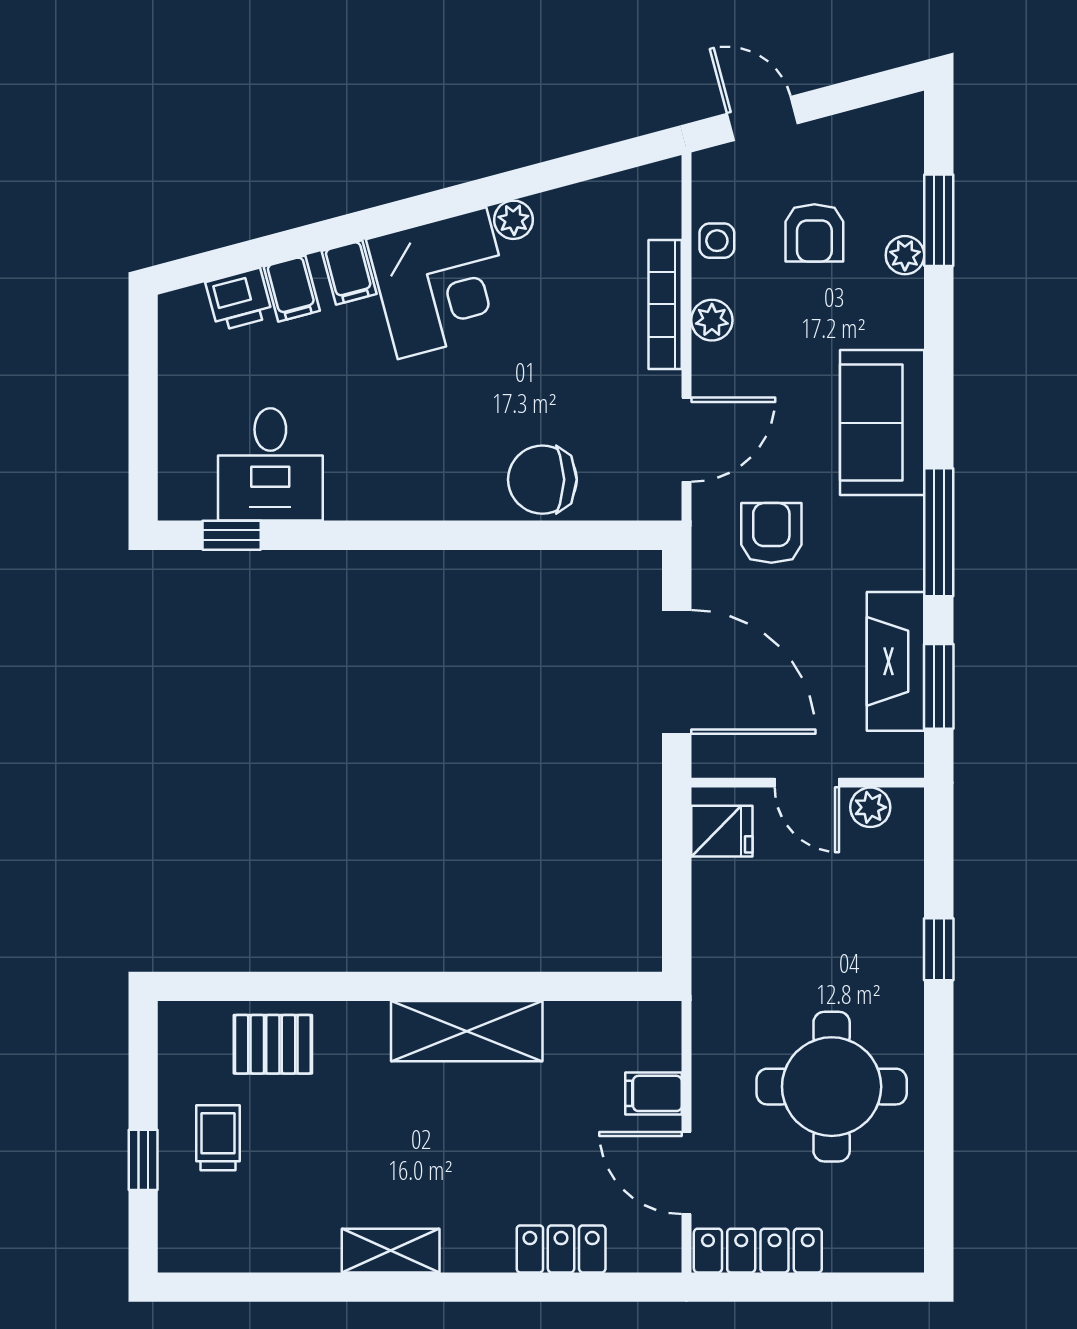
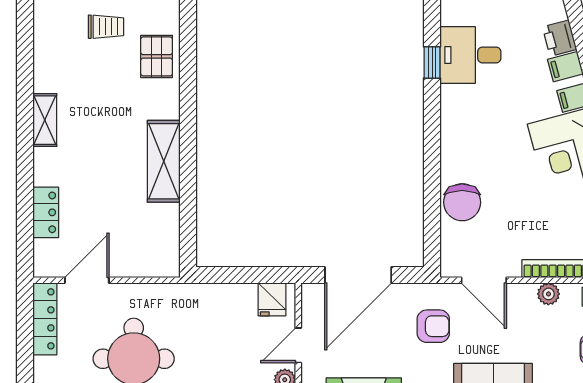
chair: (542, 480) -> (462, 202), turned 180
window: (232, 535) -> (432, 63), moved
filing cabinet: (653, 1093) -> (130, 262), removed

